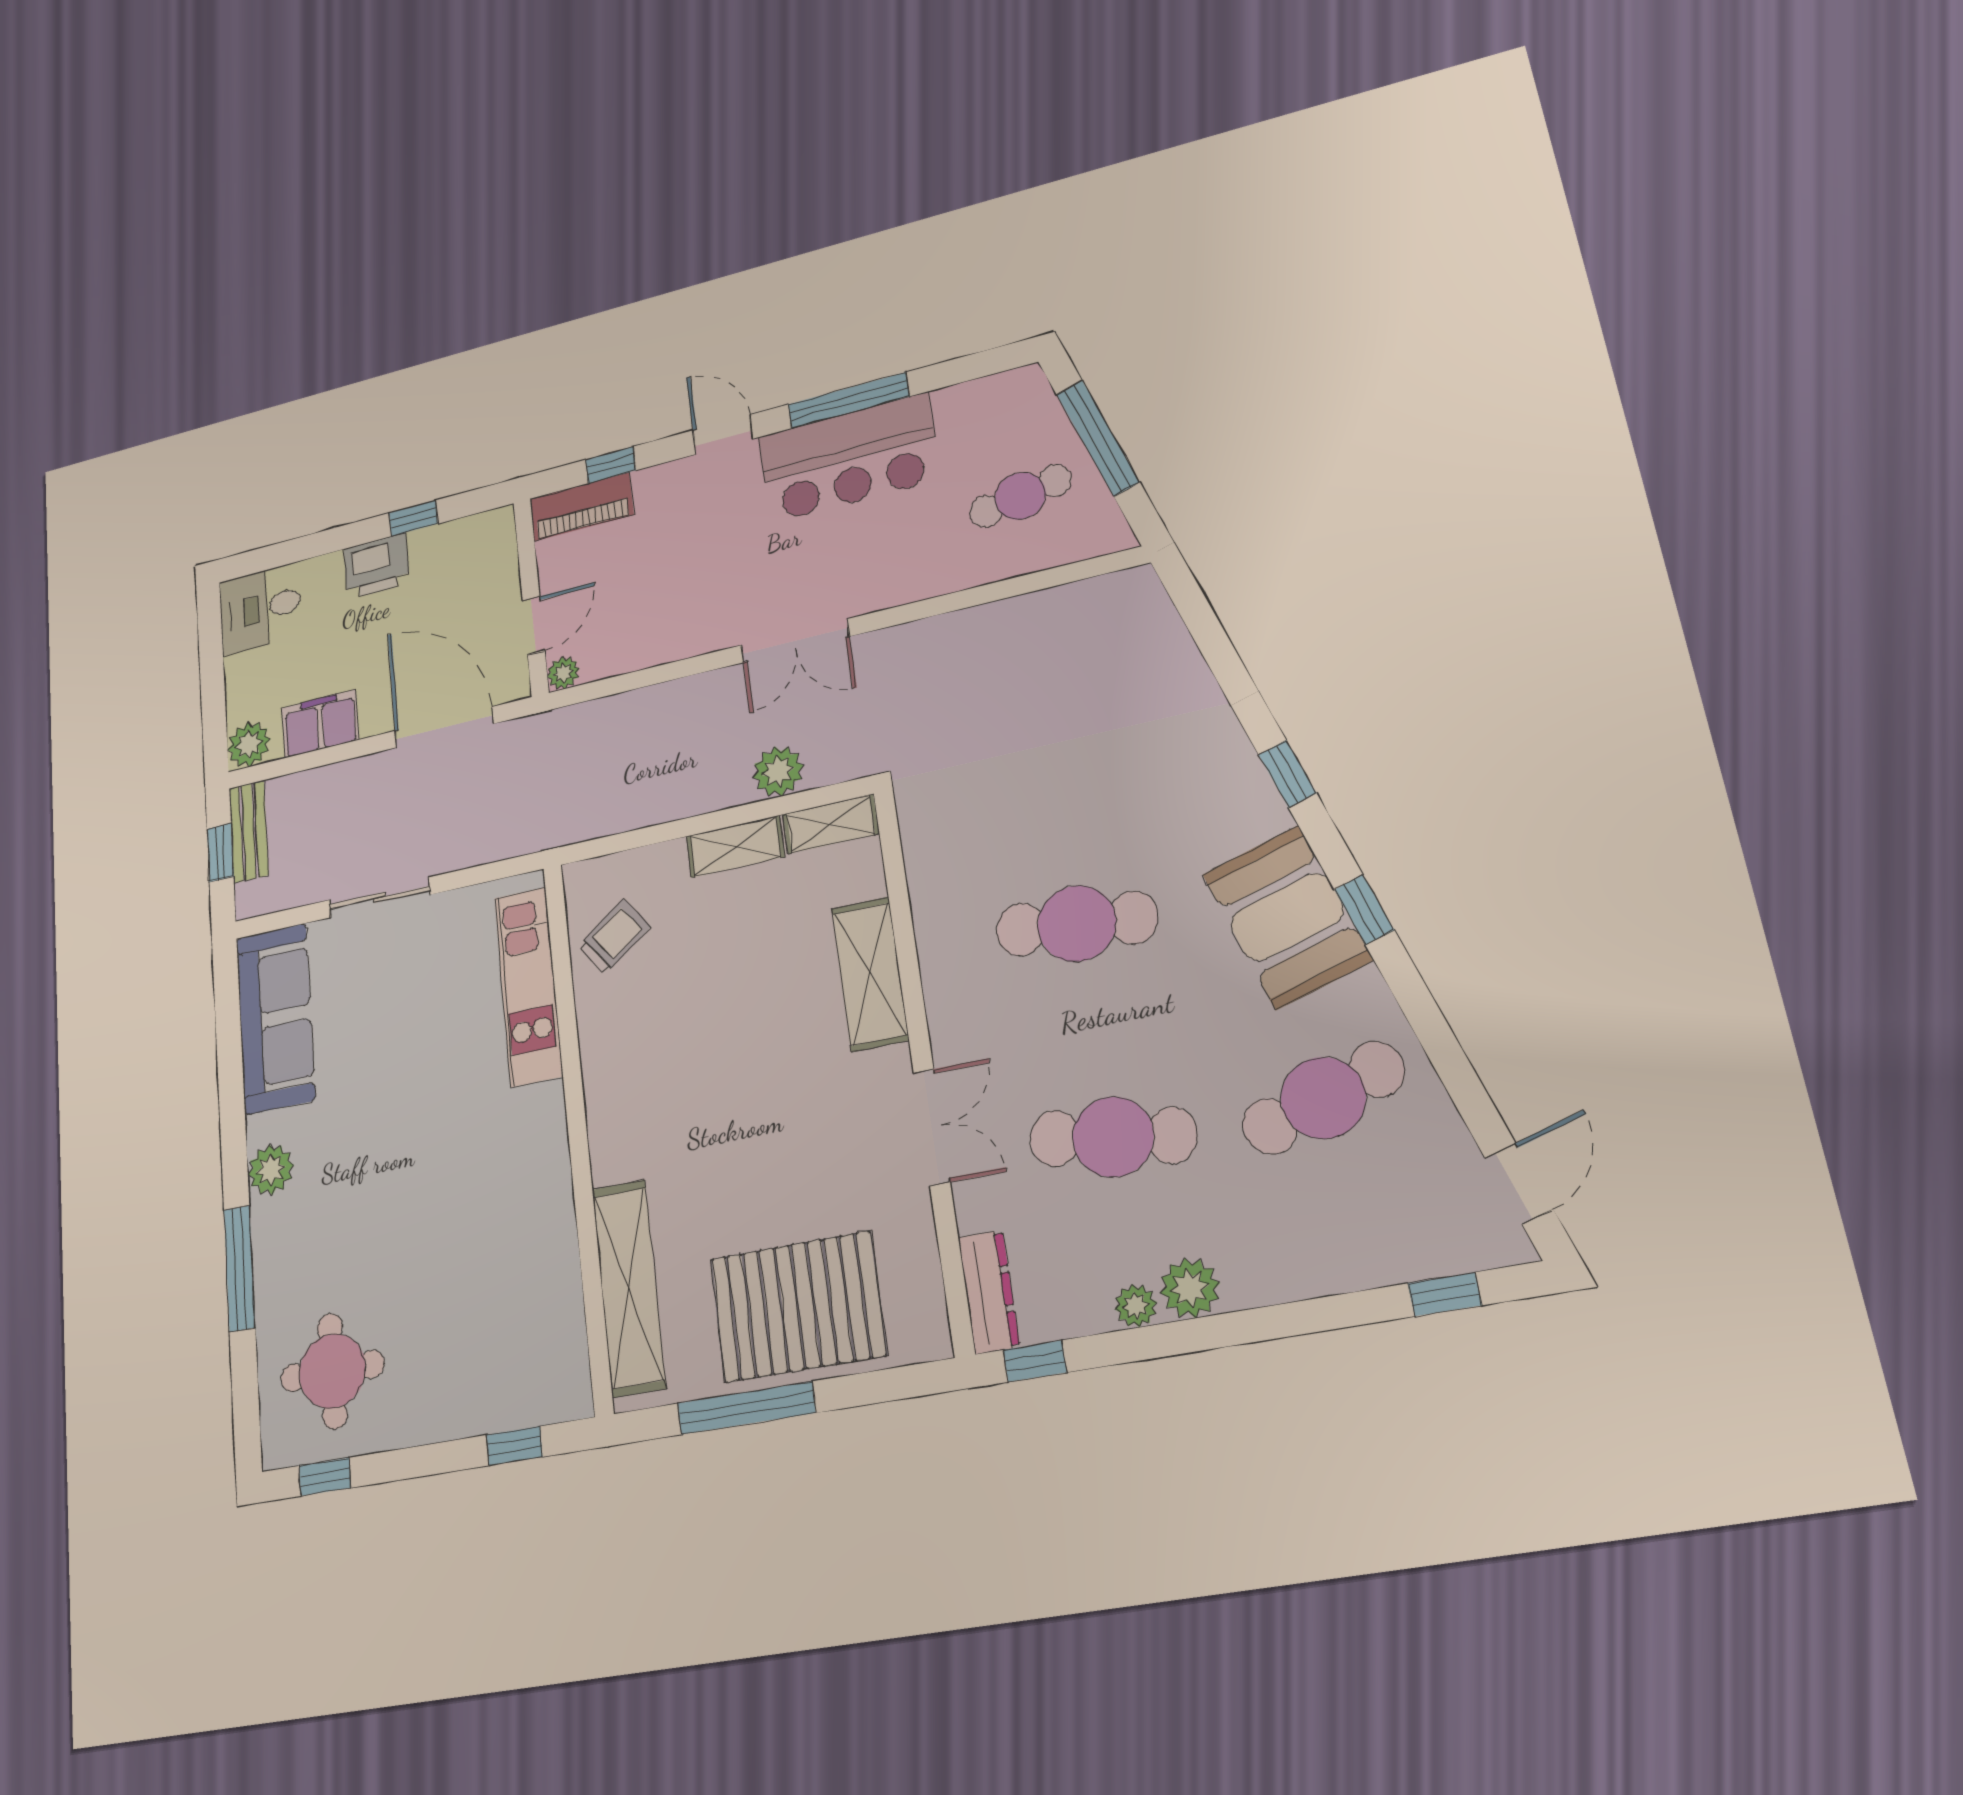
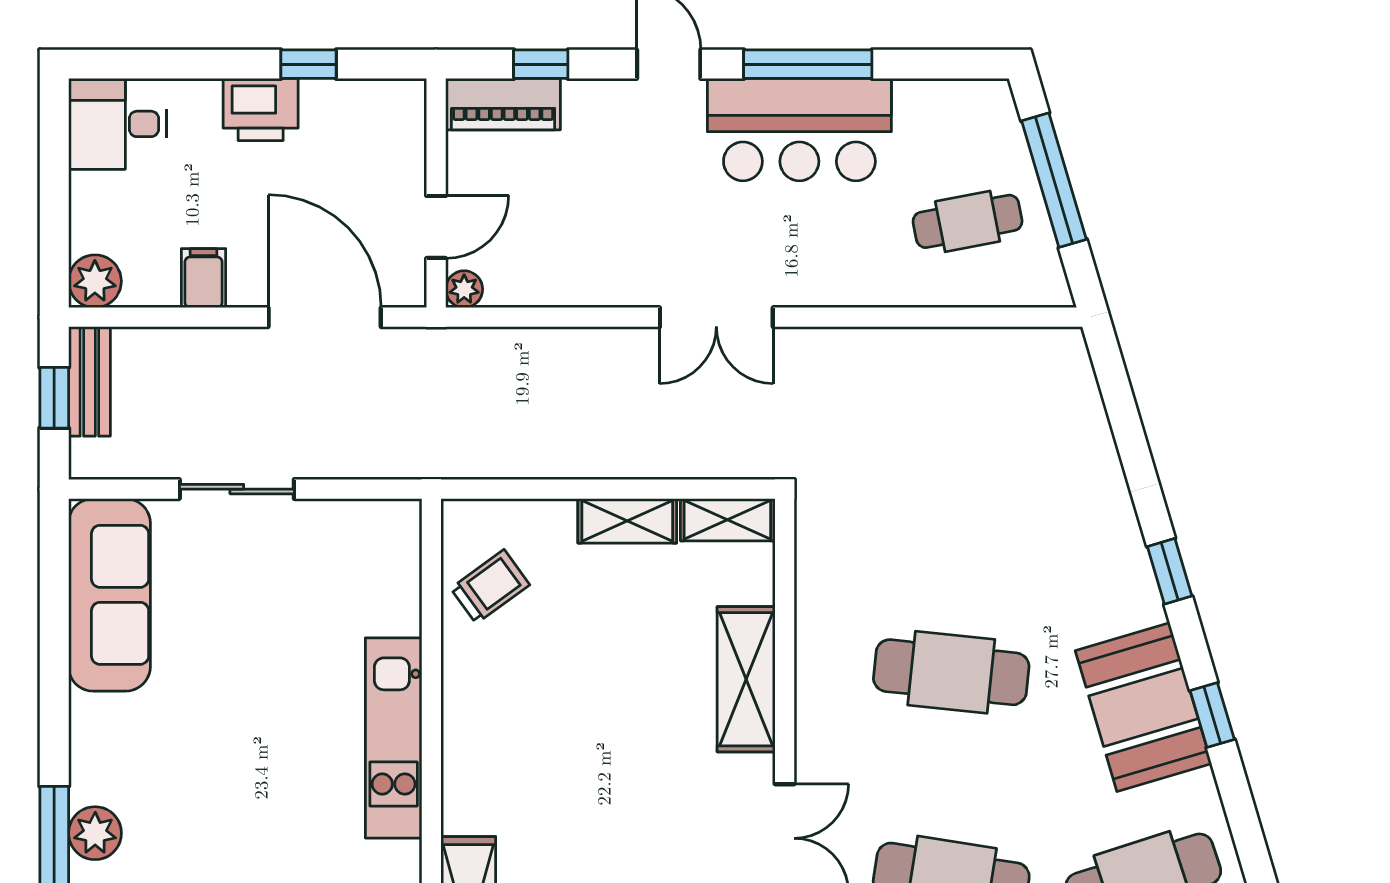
filing cabinet: (320, 724) -> (204, 278), width x0.50
plant: (778, 771) -> (681, 452), removed
kitchen unit: (528, 986) -> (394, 738), moved
plant: (271, 1170) -> (95, 833), moved

